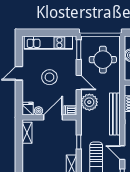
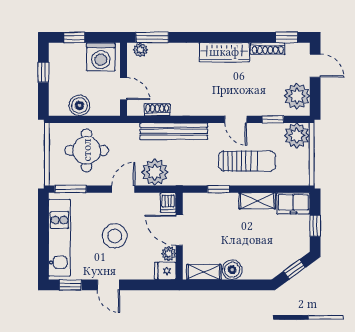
window: (19, 50) -> (70, 285), added
boiler: (28, 150) -> (232, 270), added
door: (122, 153) -> (236, 119), hinge flipped

